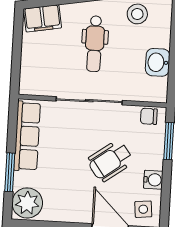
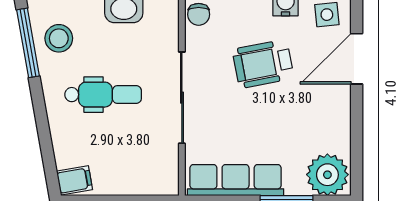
filing cabinet: (42, 18) -> (74, 180), width x0.50
wheelchair: (110, 161) -> (263, 64), turned 115

